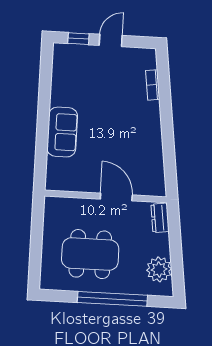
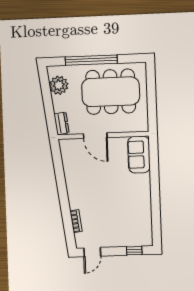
door: (111, 40) -> (92, 252), moved
sofa: (62, 132) -> (139, 155), moved
dining table: (90, 254) -> (111, 92), width x1.36, depth x1.24

